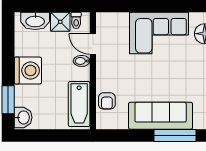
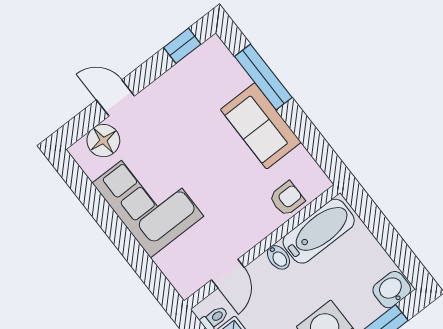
bidet: (82, 61) -> (278, 257), moved
sofa: (161, 116) -> (261, 126), width x0.73

